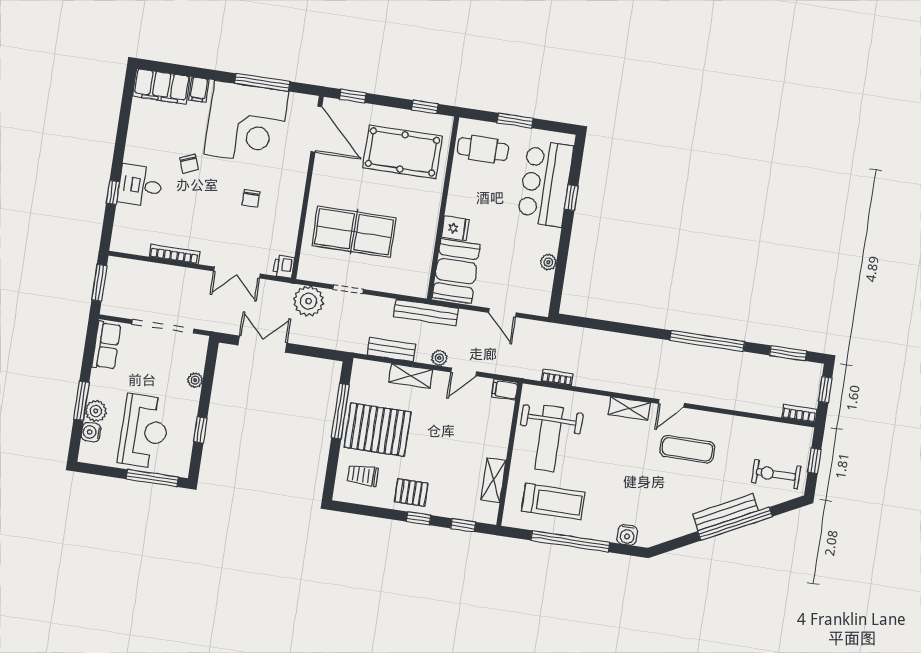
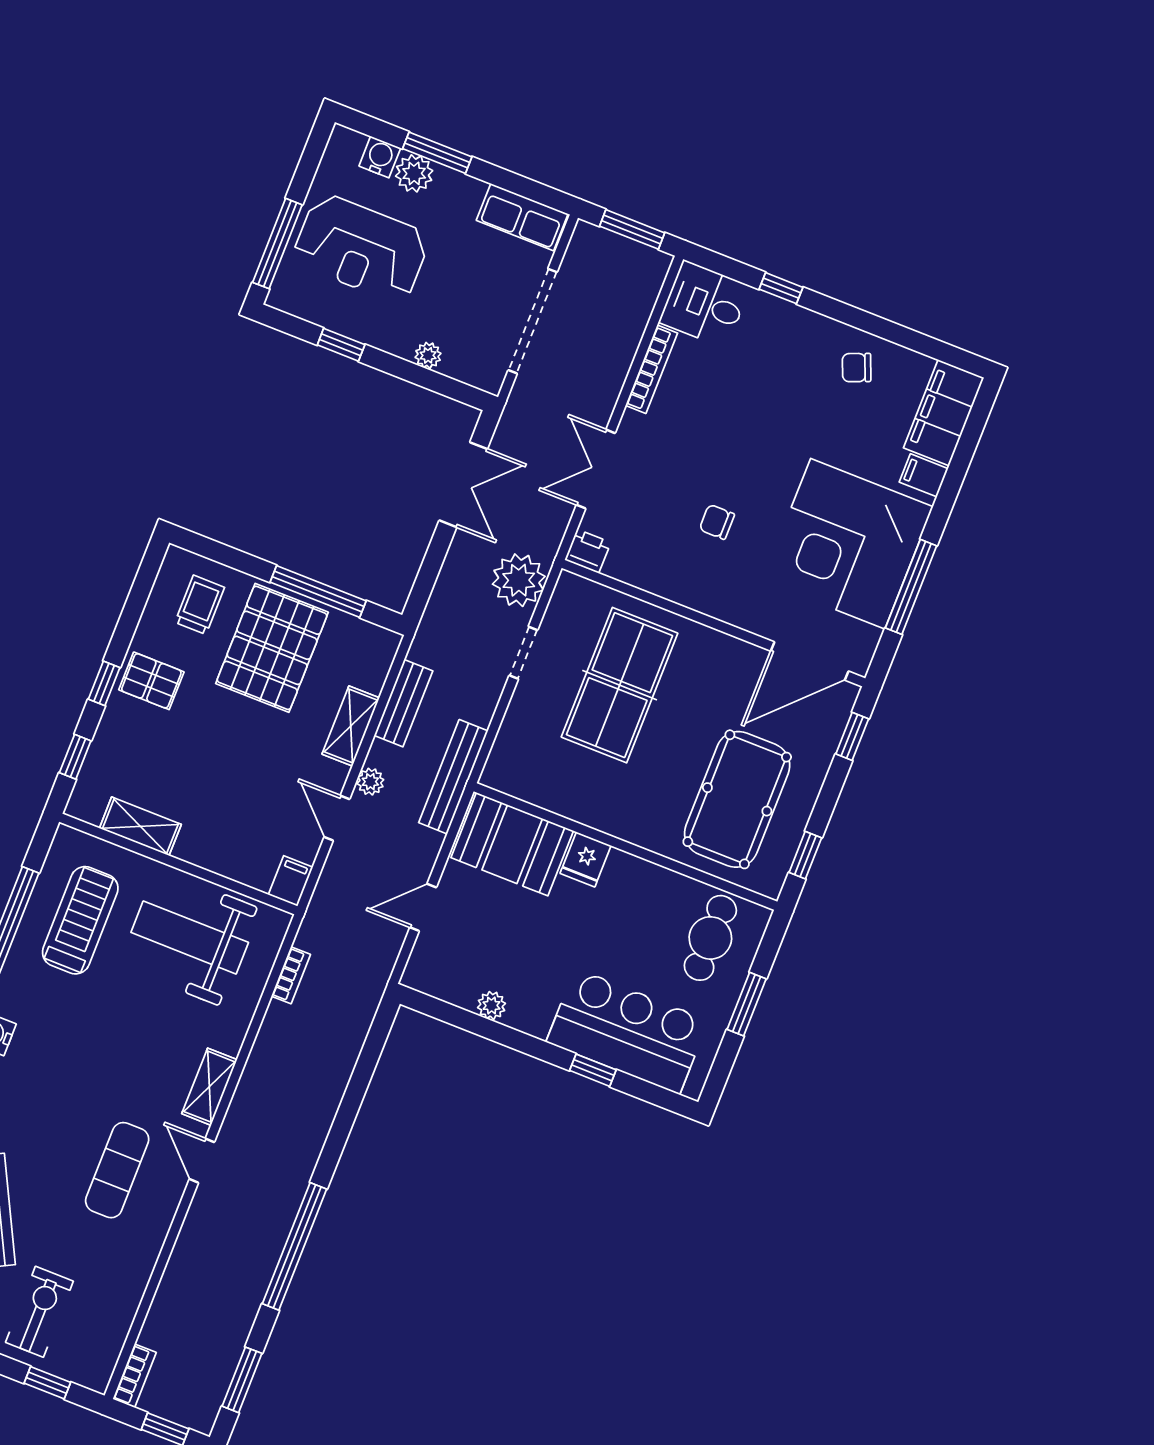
chair: (189, 164) -> (857, 368), moved
desk: (140, 186) -> (705, 304), moved, turned -90
pallet: (411, 492) -> (151, 681), turned 90
treadmill: (553, 501) -> (80, 920), turned 180

